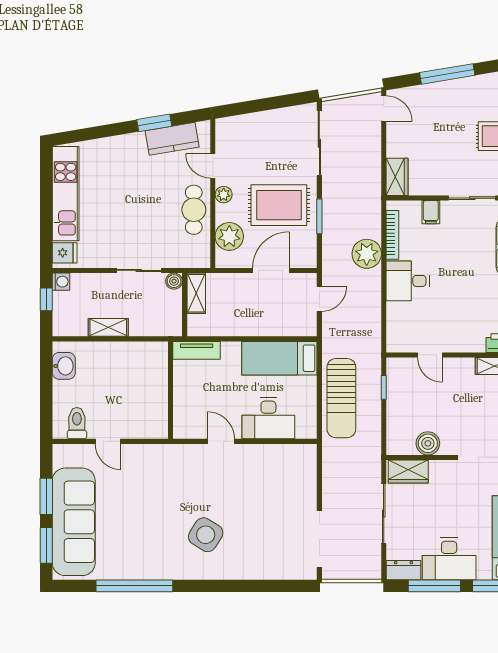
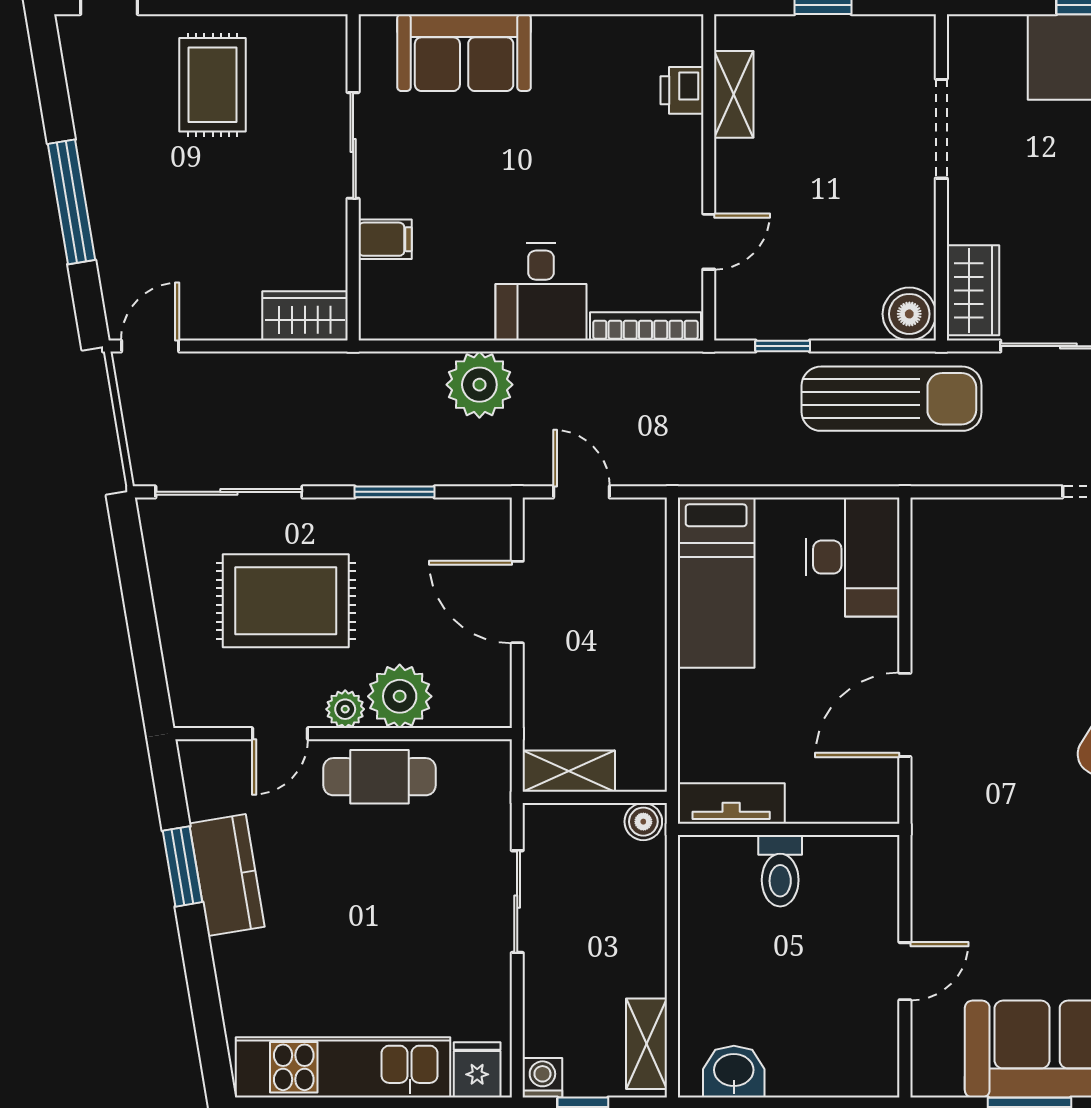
kitchen counter: (172, 139) -> (227, 875), moved
rug: (279, 205) -> (286, 601), moved, turned 90
bookcase: (392, 235) -> (645, 326), moved
plant: (229, 236) -> (400, 696), moved
boiler: (174, 281) -> (643, 822), moved
shelving: (108, 327) -> (646, 1044), moved
tv unit: (197, 350) -> (731, 804), moved, turned -90
sun lounger: (341, 398) -> (892, 399), moved
desk: (268, 418) -> (853, 557), moved
toilet: (77, 423) -> (780, 871), moved, turned -90
door: (221, 441) -> (905, 715), width x1.38
boiler: (428, 443) -> (909, 314), moved

